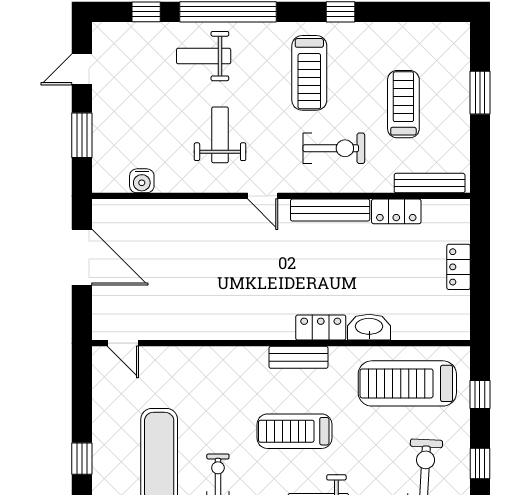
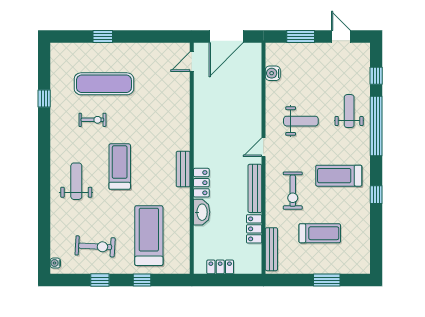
washbasin: (369, 327) -> (202, 212), moved
locker: (321, 328) -> (201, 183), moved
door: (123, 343) -> (192, 62), moved
wall: (281, 343) -> (192, 158), moved
bench: (298, 357) -> (183, 169), moved

